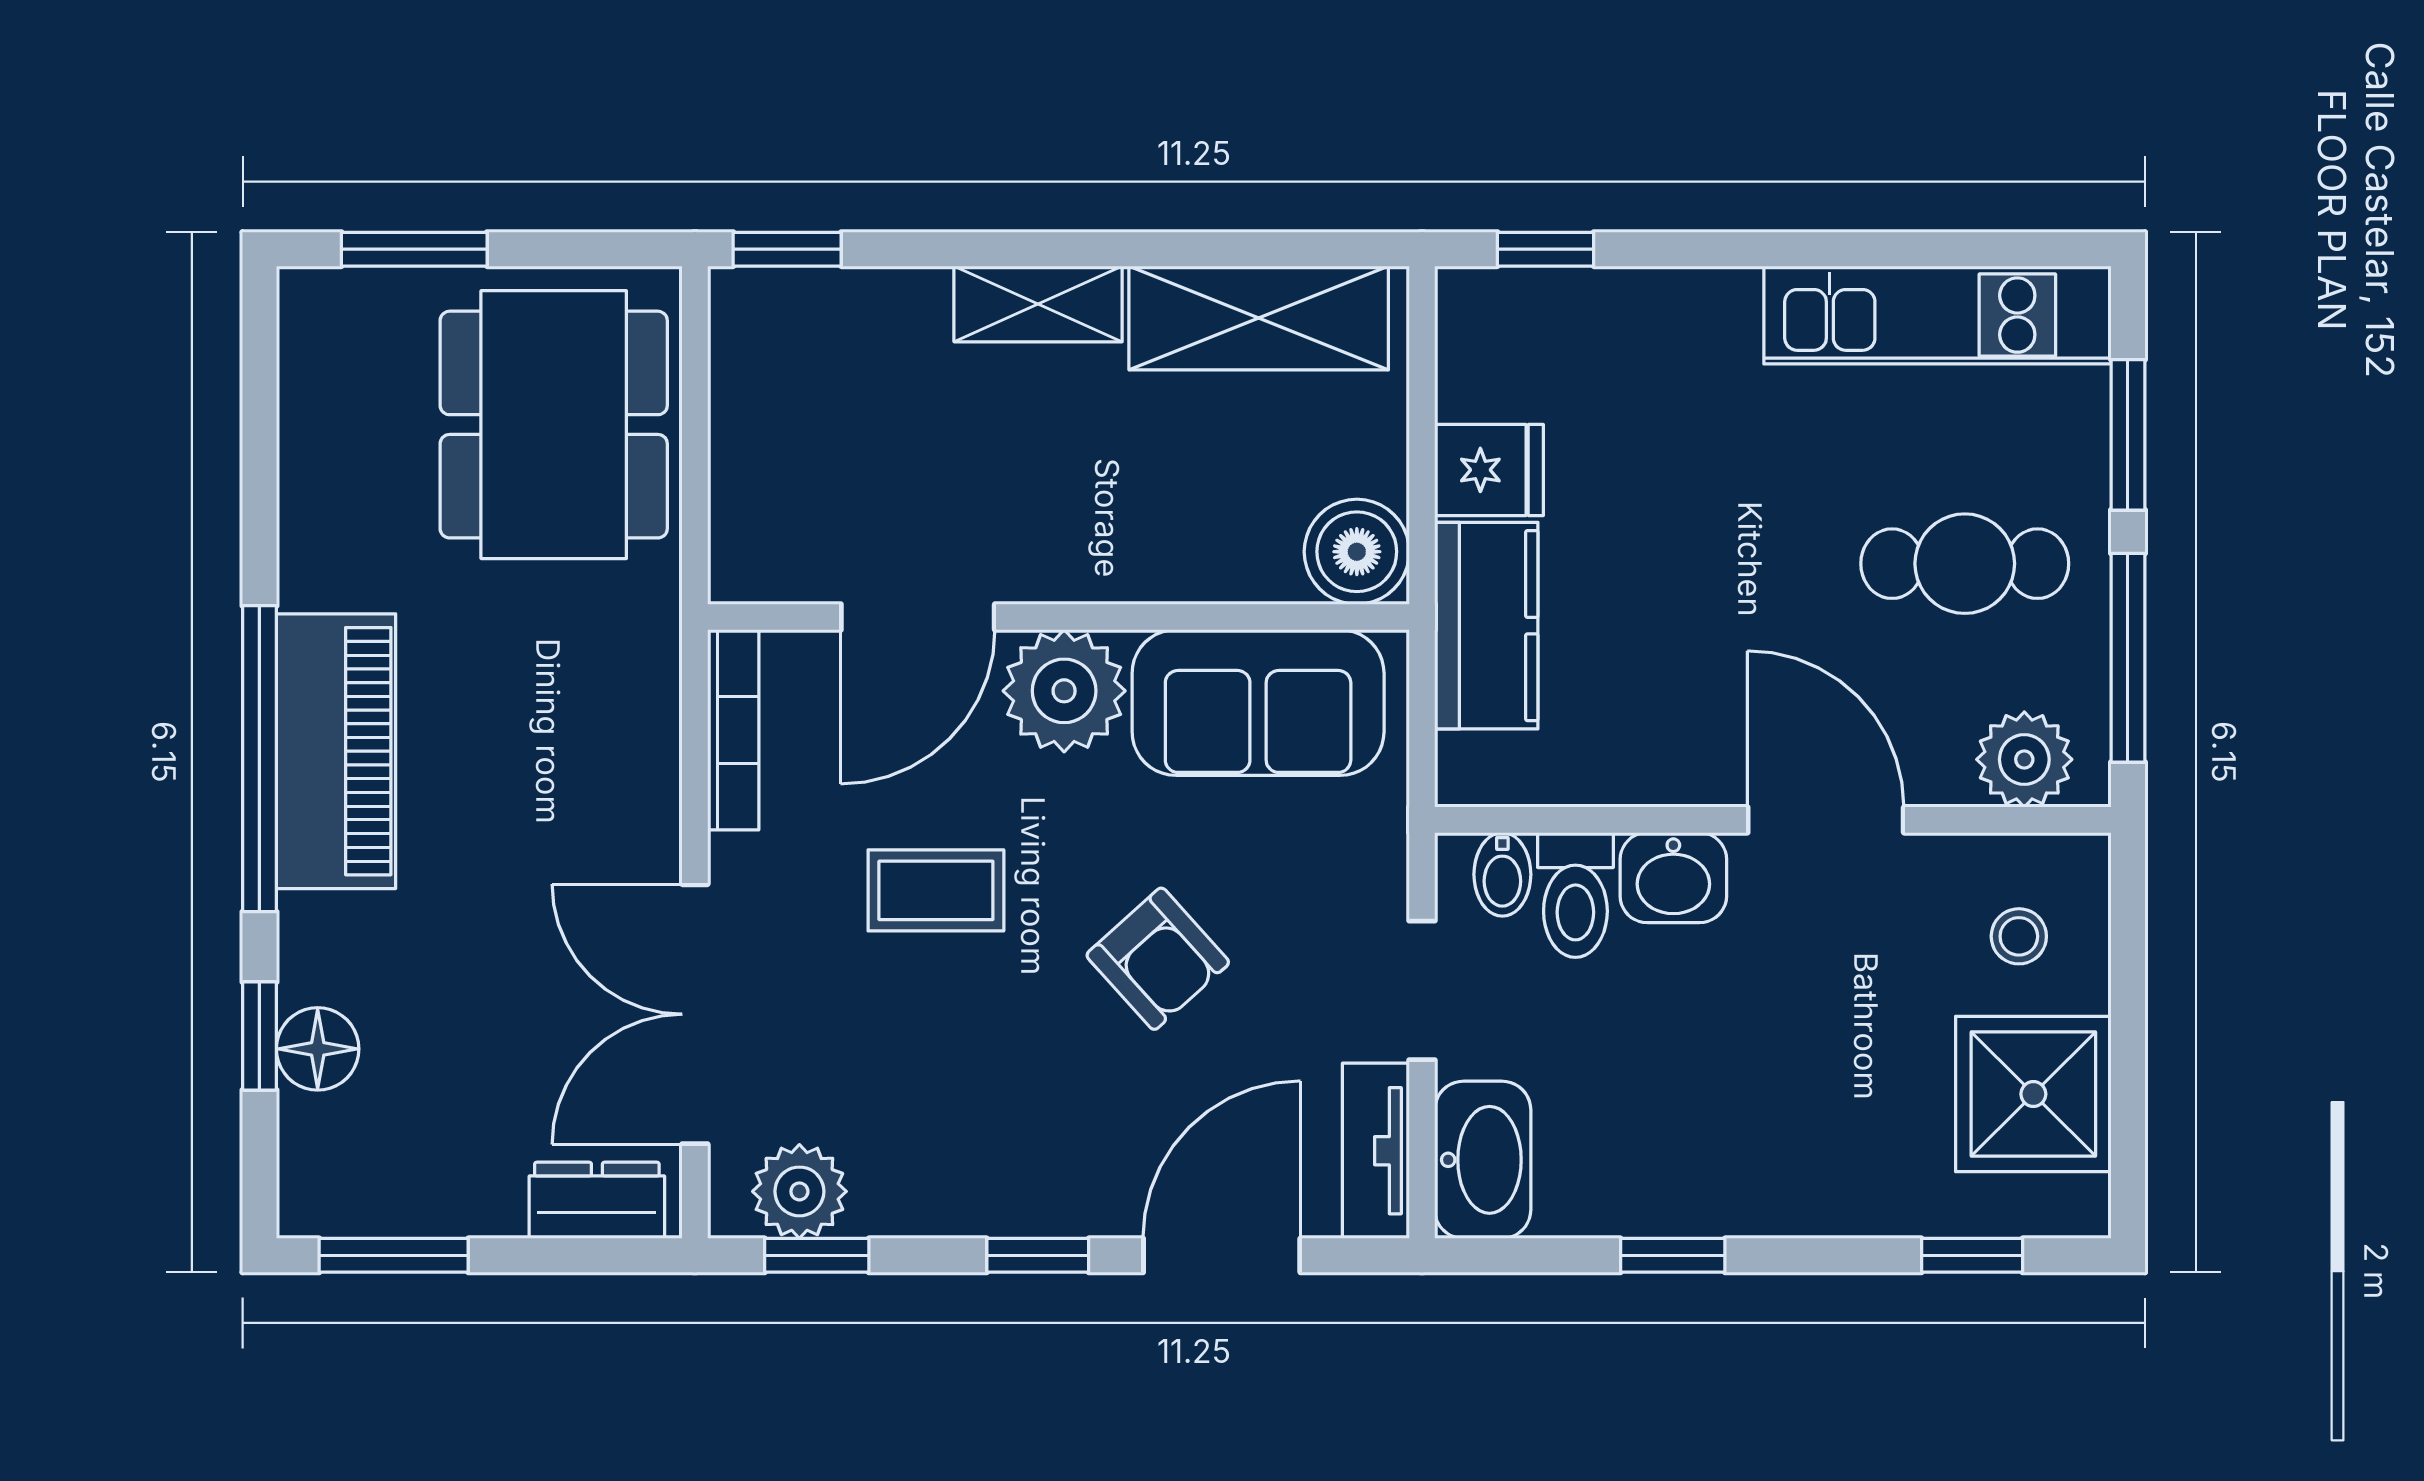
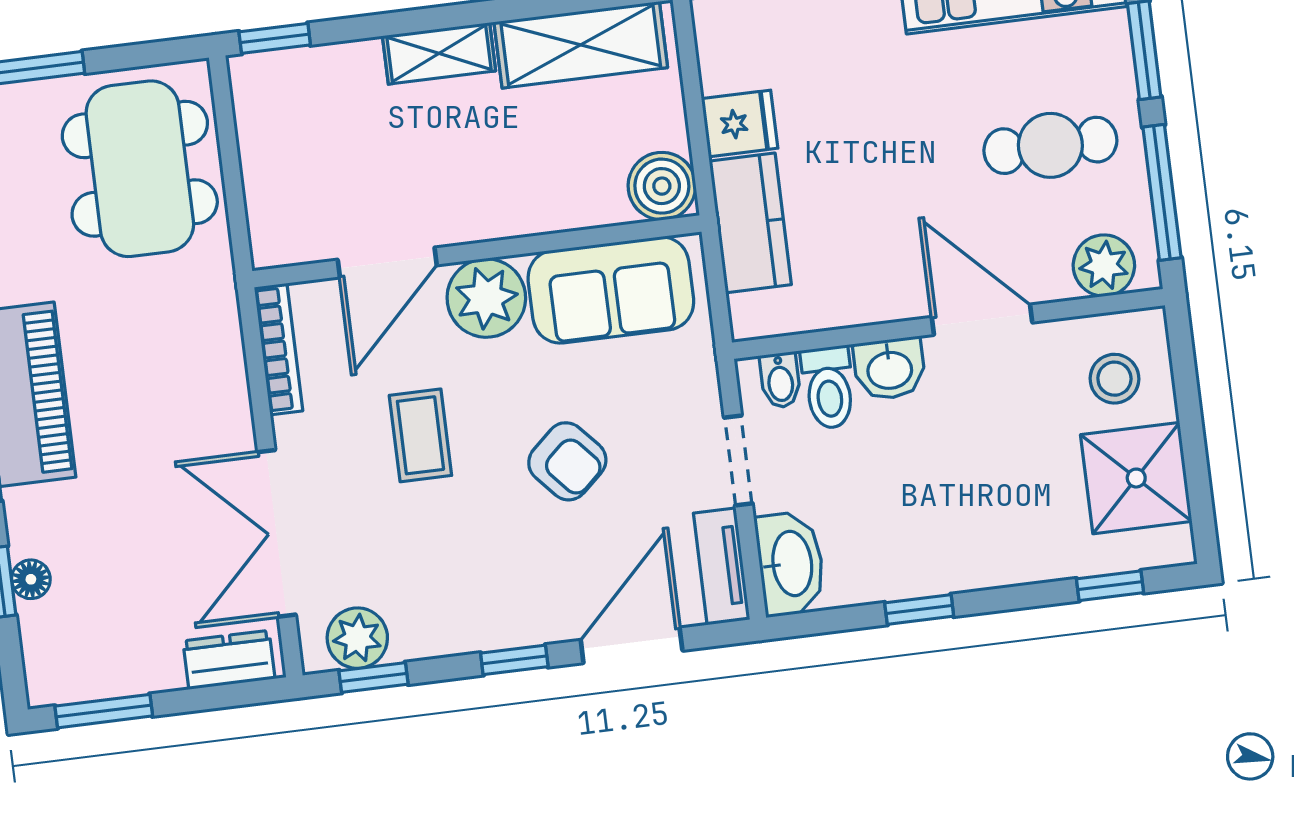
coffee table: (936, 890) -> (420, 435), turned 90
stool: (2019, 936) -> (1114, 379), width x1.37, depth x1.37
floor lamp: (318, 1049) -> (31, 579), width x0.73, depth x0.73

